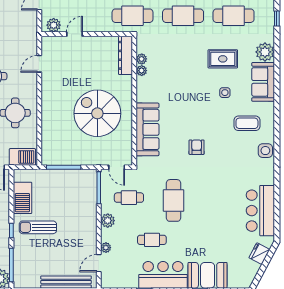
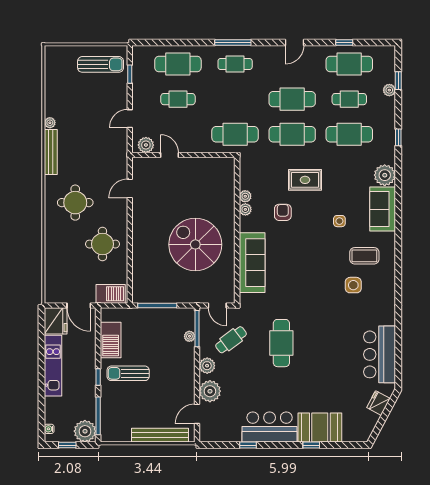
door: (74, 34) -> (169, 155), hinge flipped
dresser: (126, 55) -> (227, 179), removed
plant: (142, 59) -> (245, 209), moved
rug: (223, 59) -> (305, 180), moved
armchair: (197, 147) -> (283, 212), moved
side table: (265, 151) -> (353, 285), moved
plant: (92, 195) -> (189, 336), added
cafe table: (129, 198) -> (231, 340), turned -37
cafe table: (152, 240) -> (257, 387), removed
plant: (106, 248) -> (210, 391), width x1.87, depth x1.87

